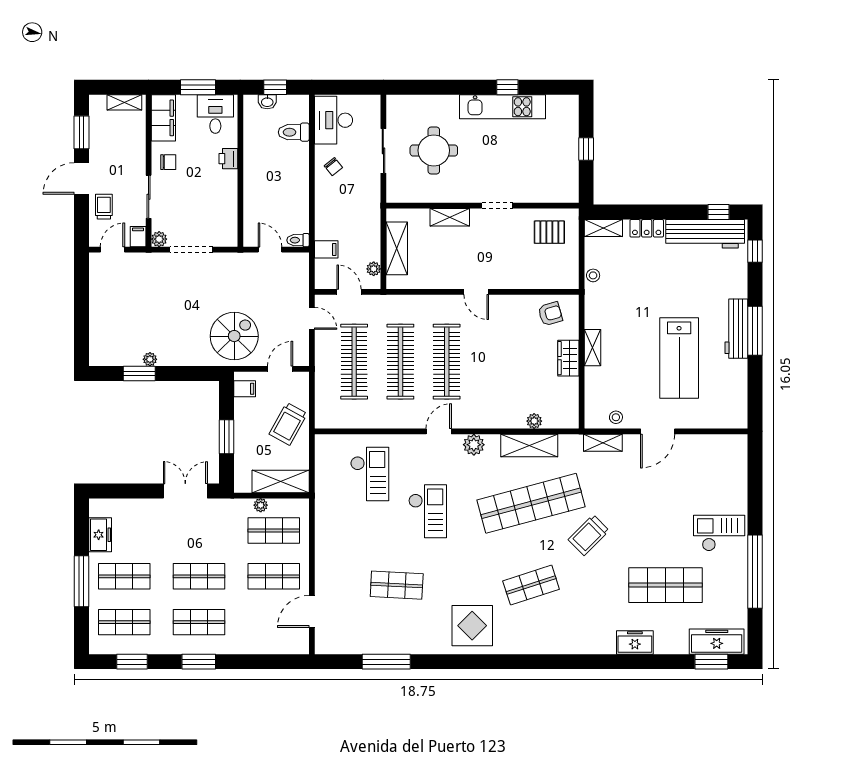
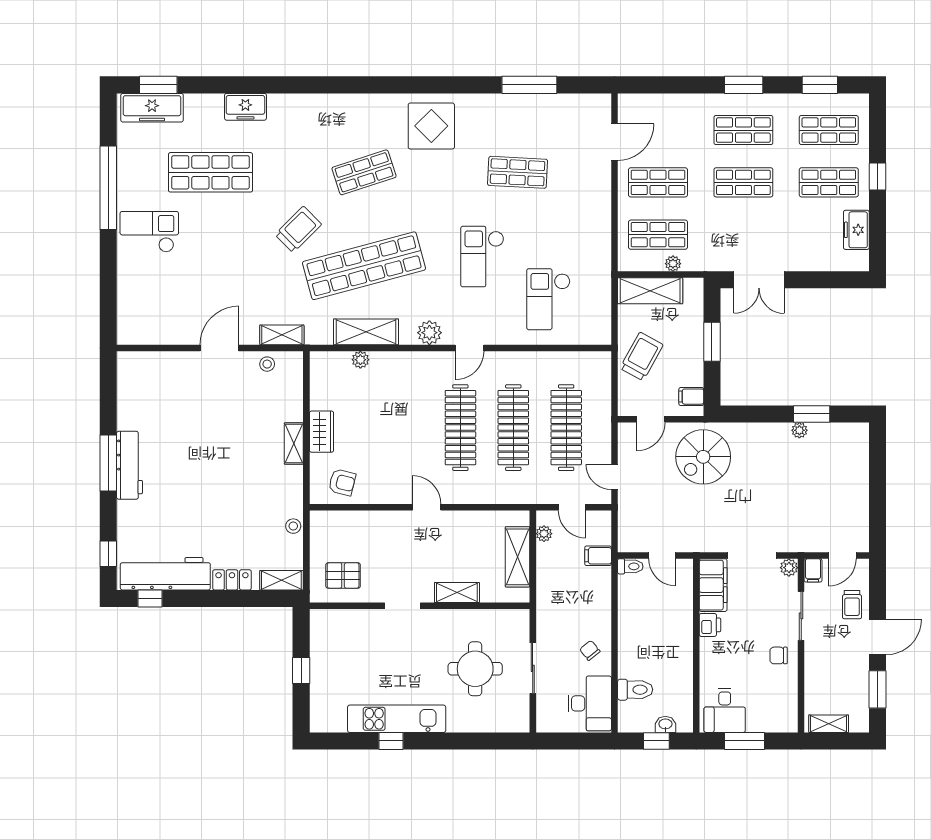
filing cabinet: (163, 118) -> (713, 585), moved, turned 180
printer: (228, 159) -> (710, 625), moved
armchair: (550, 314) -> (342, 482), turned -150
lab bench: (679, 358) -> (195, 432), removed
checkout: (719, 533) -> (149, 232), turned 180
window: (82, 581) -> (878, 177), width x0.46

